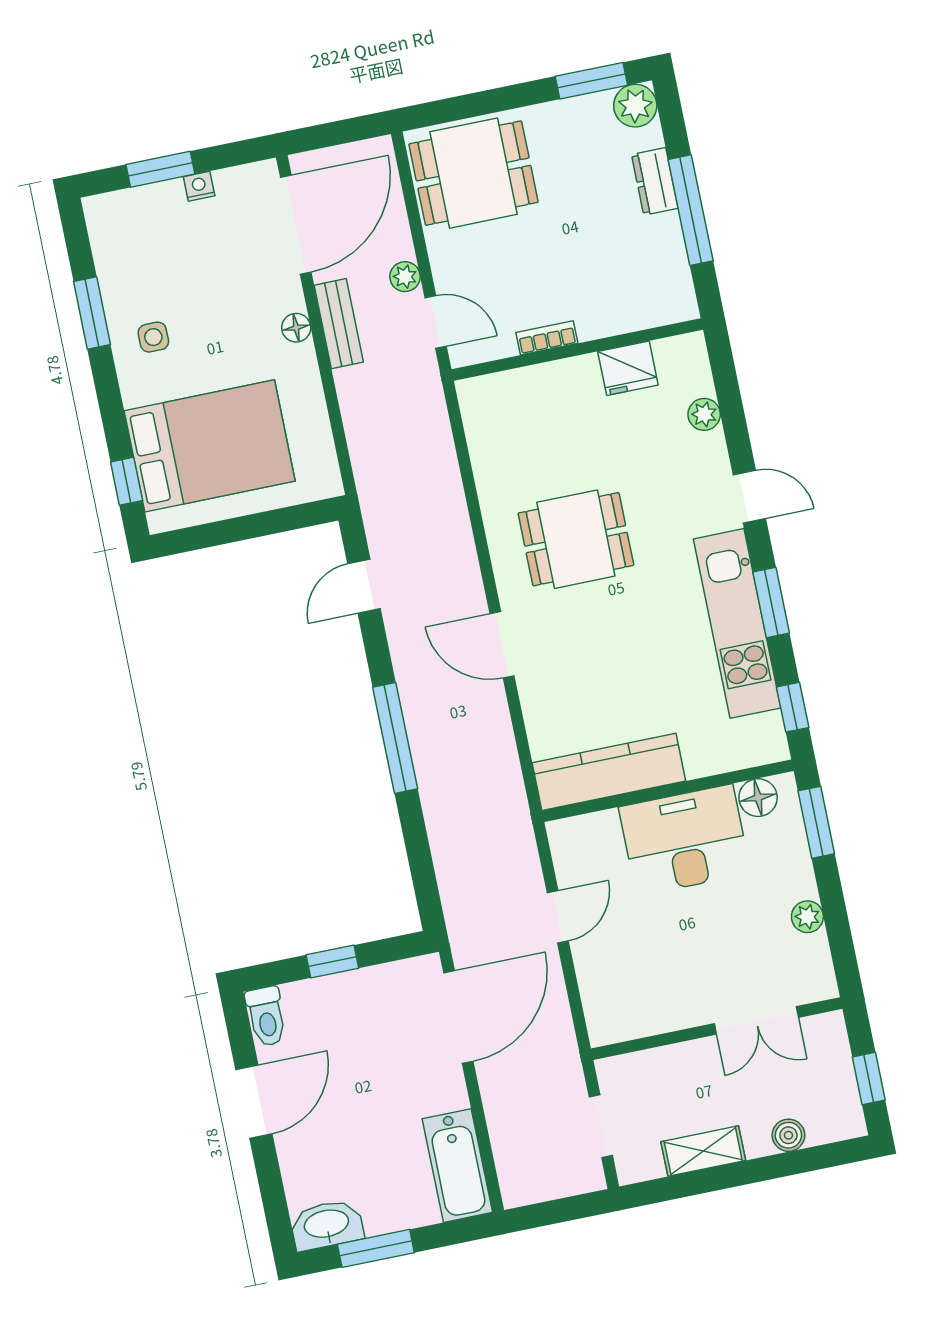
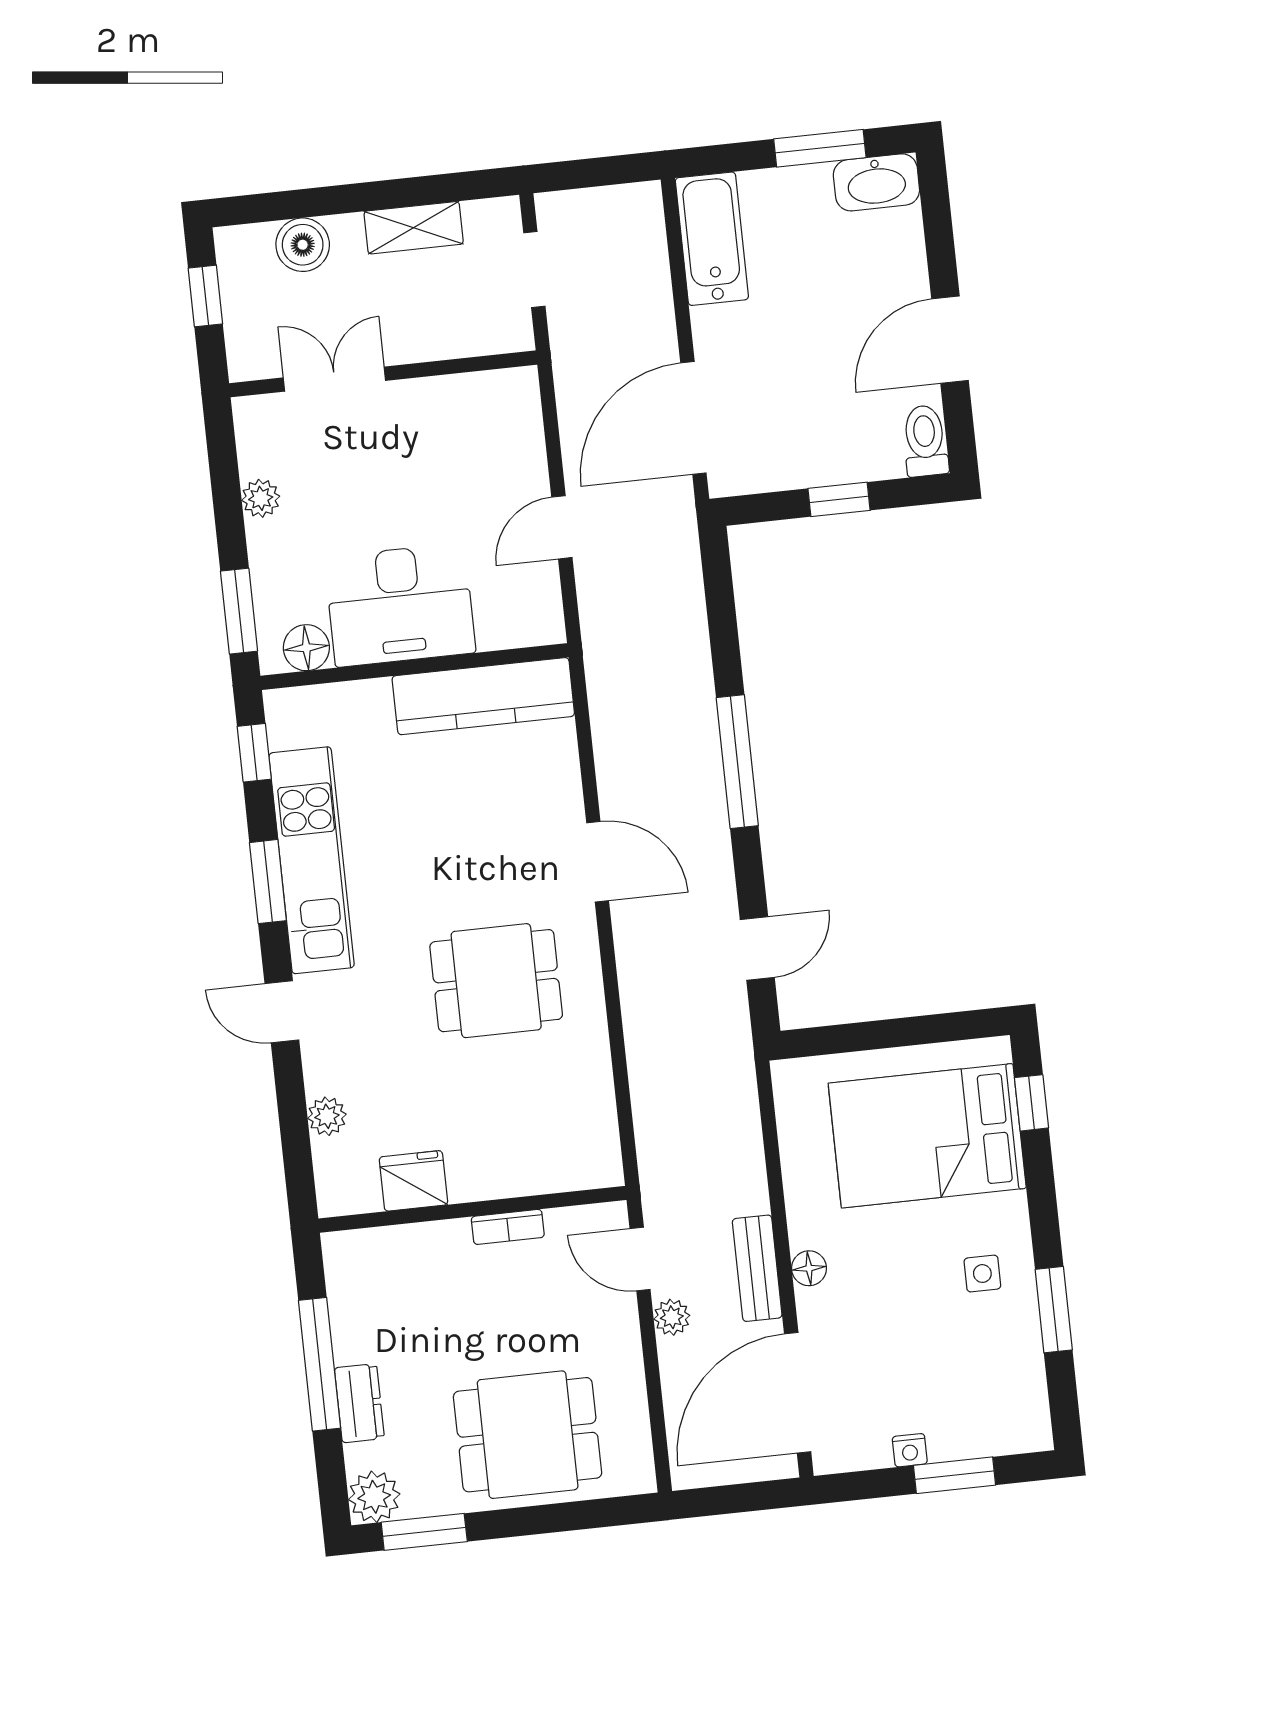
dining table: (474, 173) -> (528, 1435), moved
boiler: (788, 1135) -> (303, 245), width x1.36, depth x1.36

